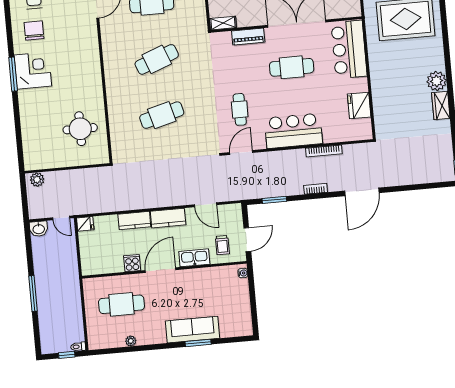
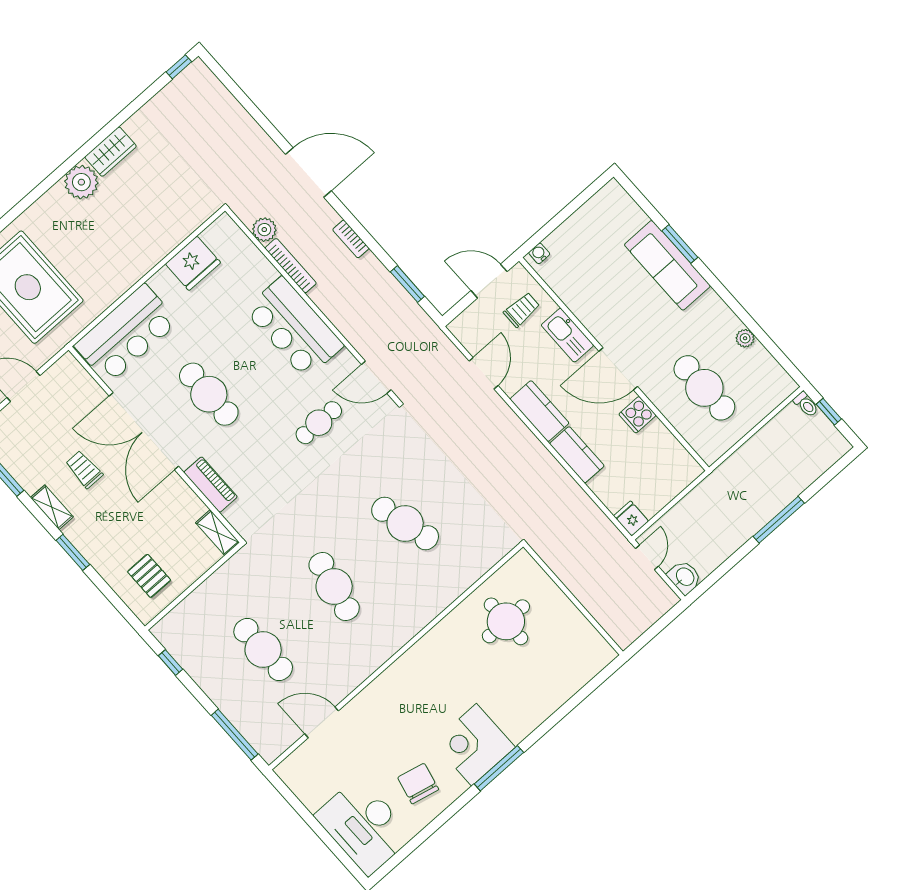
chair: (34, 30) -> (418, 784), turned 103
cafe table: (157, 59) -> (334, 587), turned 33
plant: (37, 180) -> (264, 230), moved

